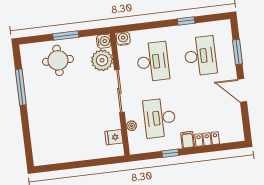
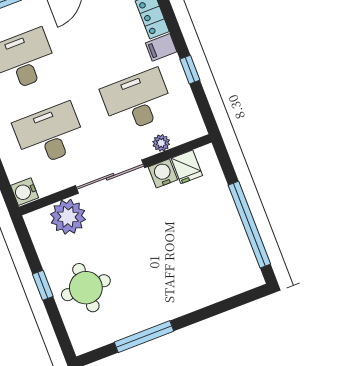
window: (66, 36) -> (43, 285), width x0.67
water cooler: (104, 41) -> (163, 173), moved
desk: (160, 118) -> (137, 101), turned 180
window: (71, 165) -> (249, 225), added

